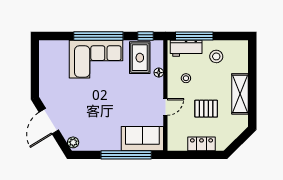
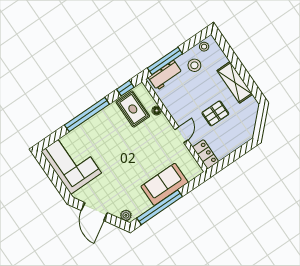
corner sofa: (96, 59) -> (71, 162), moved, turned -90
stool: (186, 78) -> (204, 47), moved
sofa: (142, 139) -> (165, 184), moved
locker: (201, 144) -> (205, 154), moved, turned 90
window: (126, 155) -> (160, 207), moved

